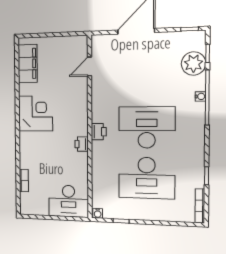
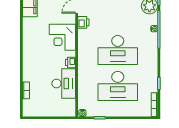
corner desk: (36, 113) -> (62, 37), moved, turned 180
desk: (147, 127) -> (118, 50), turned 180
printer: (99, 132) -> (83, 22), moved
desk: (69, 201) -> (64, 84), moved, turned -90

